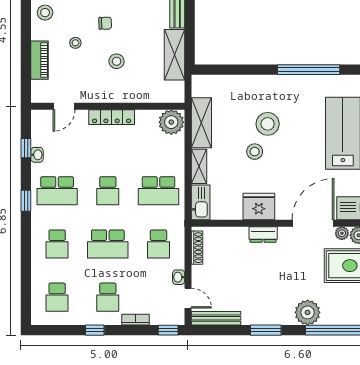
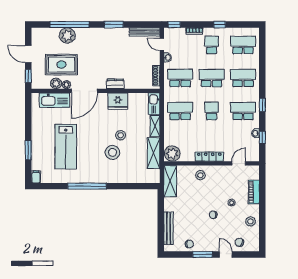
shelving: (174, 55) -> (170, 181), moved
stool: (117, 61) -> (200, 175), moved
school desk: (57, 244) -> (243, 78), width x1.85
school desk: (158, 244) -> (180, 78), width x1.85
school desk: (57, 297) -> (243, 45), width x1.85
plant: (308, 312) -> (67, 35), moved

